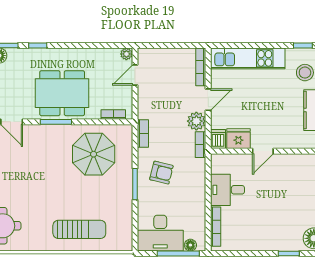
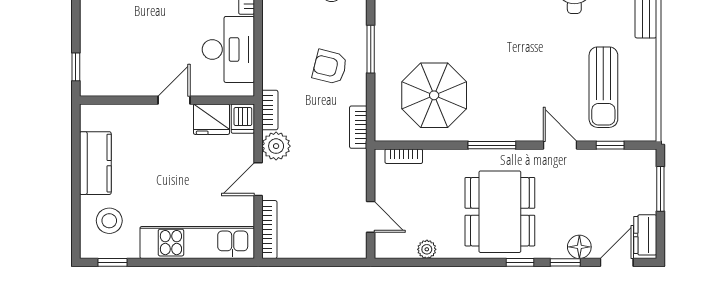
plant: (126, 54) -> (427, 249), moved
door: (135, 75) -> (371, 217), hinge flipped
dining table: (62, 93) -> (500, 212), moved, turned 90
desk: (227, 190) -> (228, 49), width x1.37

